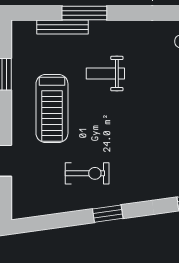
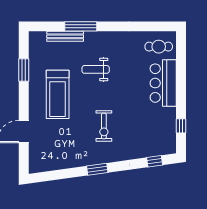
exercise bike: (87, 173) -> (104, 126), moved, turned 90

